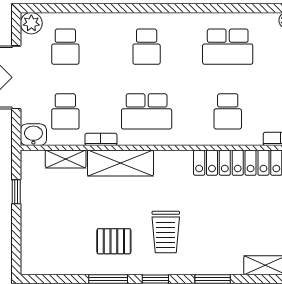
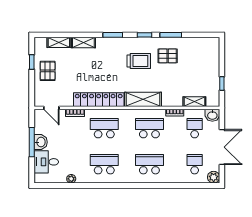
school desk: (147, 47) -> (149, 164), width x1.85
school desk: (228, 111) -> (104, 128), width x1.85
shelving: (120, 163) -> (143, 99), moved
trolley: (166, 232) -> (139, 61), turned 90

